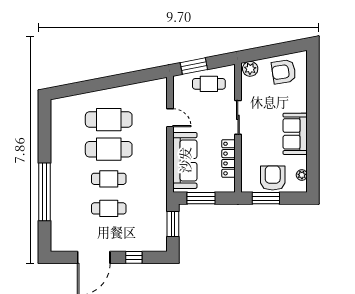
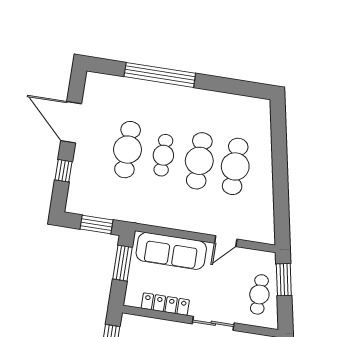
cafe table: (109, 208) -> (128, 150), width x1.37, depth x1.35

